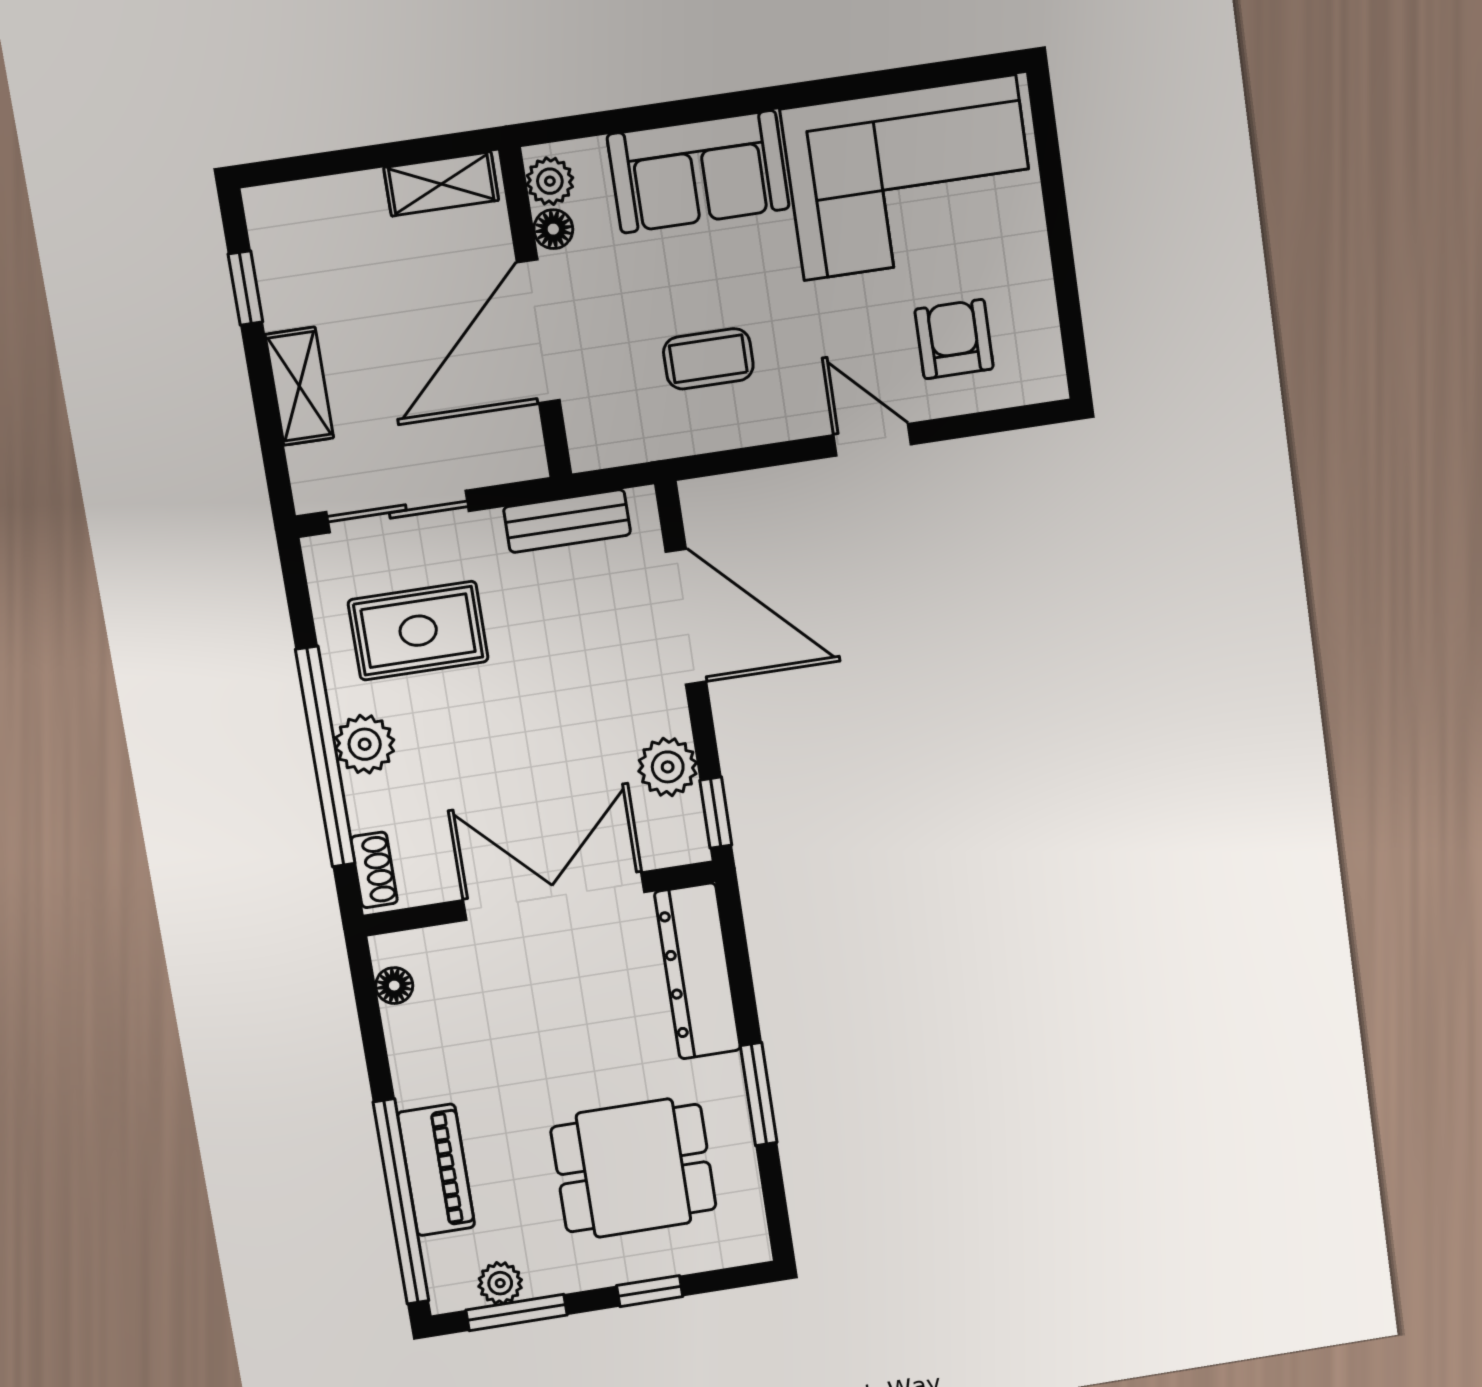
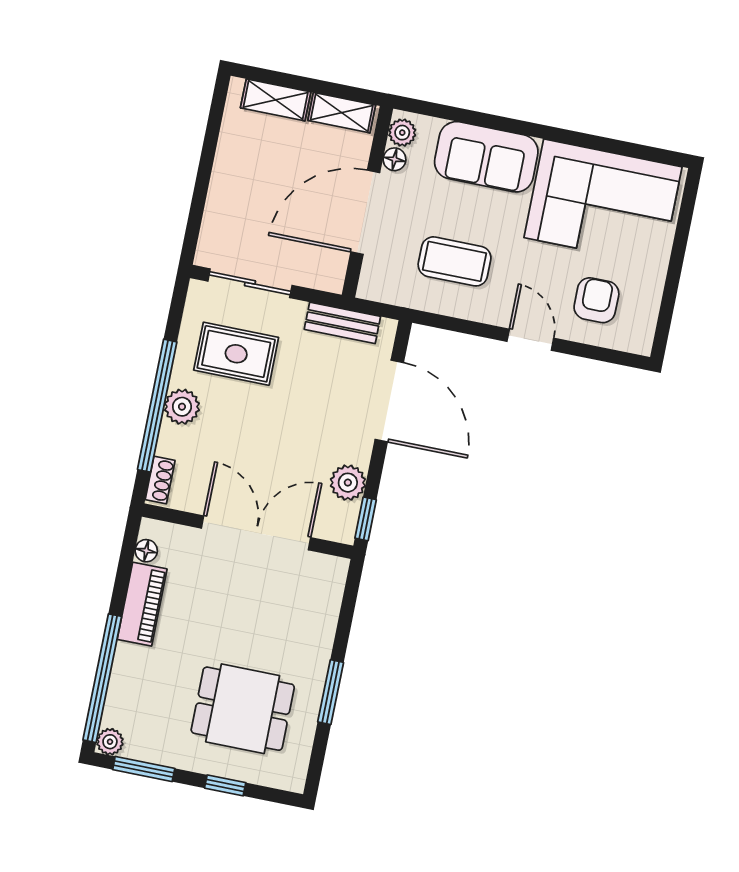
window: (245, 288) -> (213, 130), removed
coffee table: (708, 359) -> (455, 261), width x1.36, depth x1.30
shelving: (299, 386) -> (276, 100), moved, turned 90
dresser: (698, 971) -> (322, 607), removed
piano: (436, 1170) -> (142, 604), moved
plant: (500, 1283) -> (110, 742), moved

